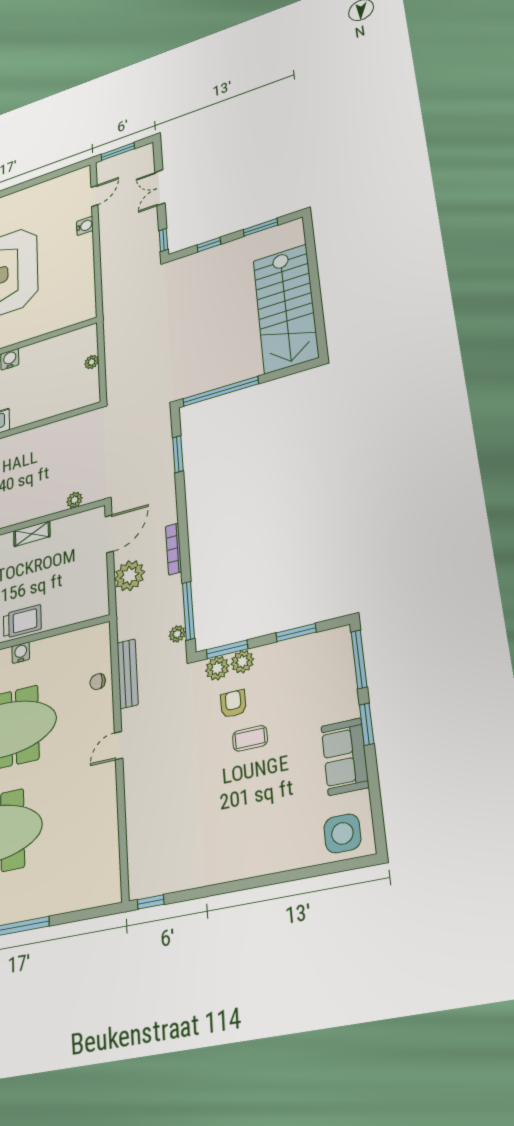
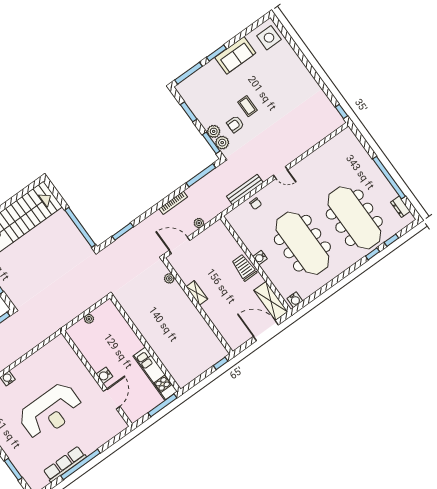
plant: (129, 576) -> (199, 223), width x0.53, depth x0.53
plant: (177, 634) -> (215, 174), removed

